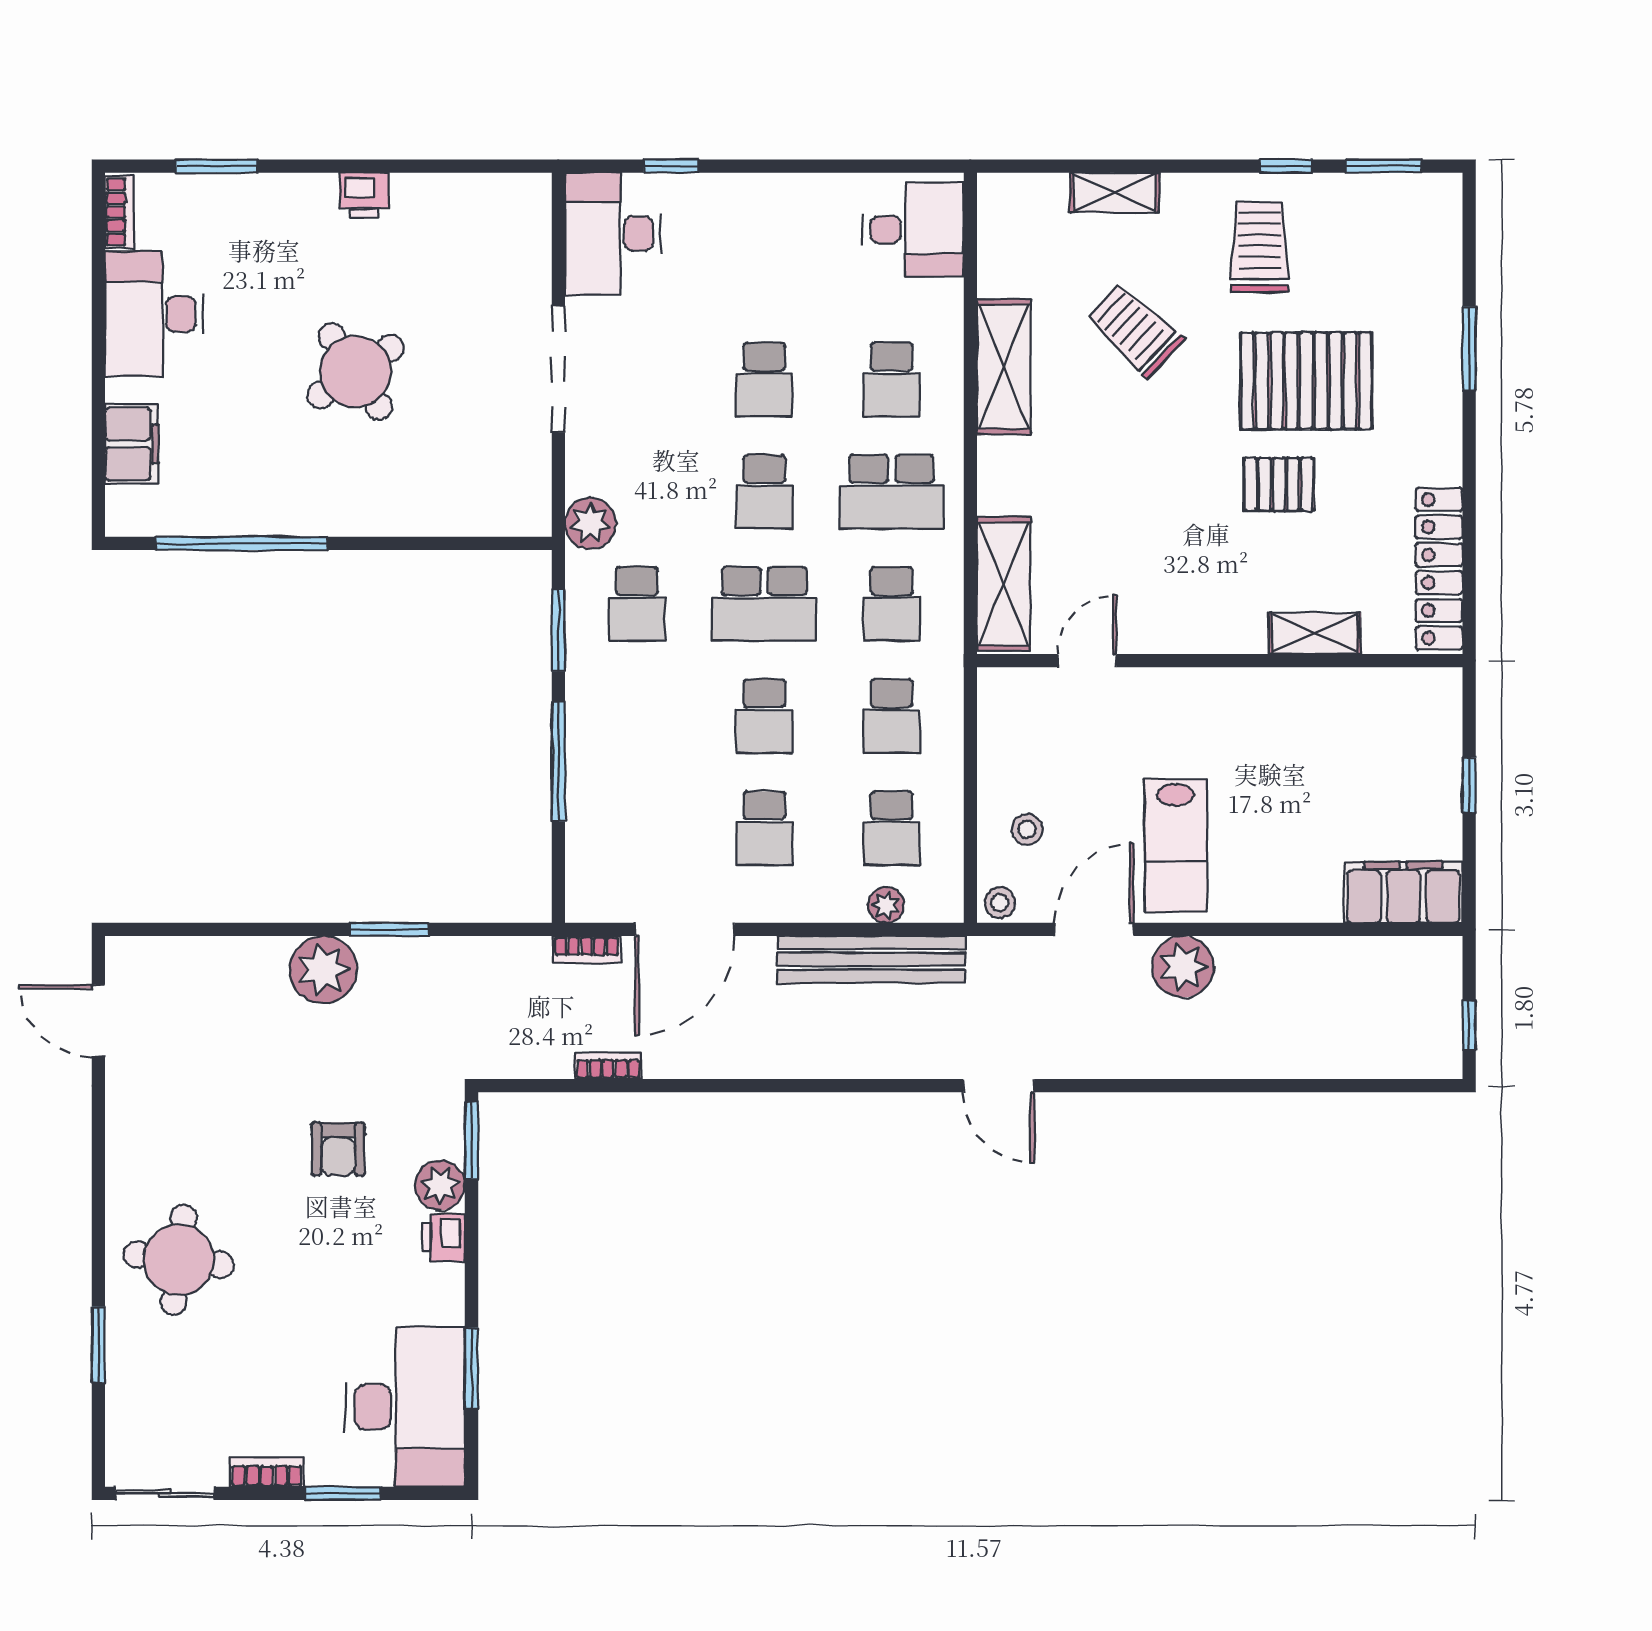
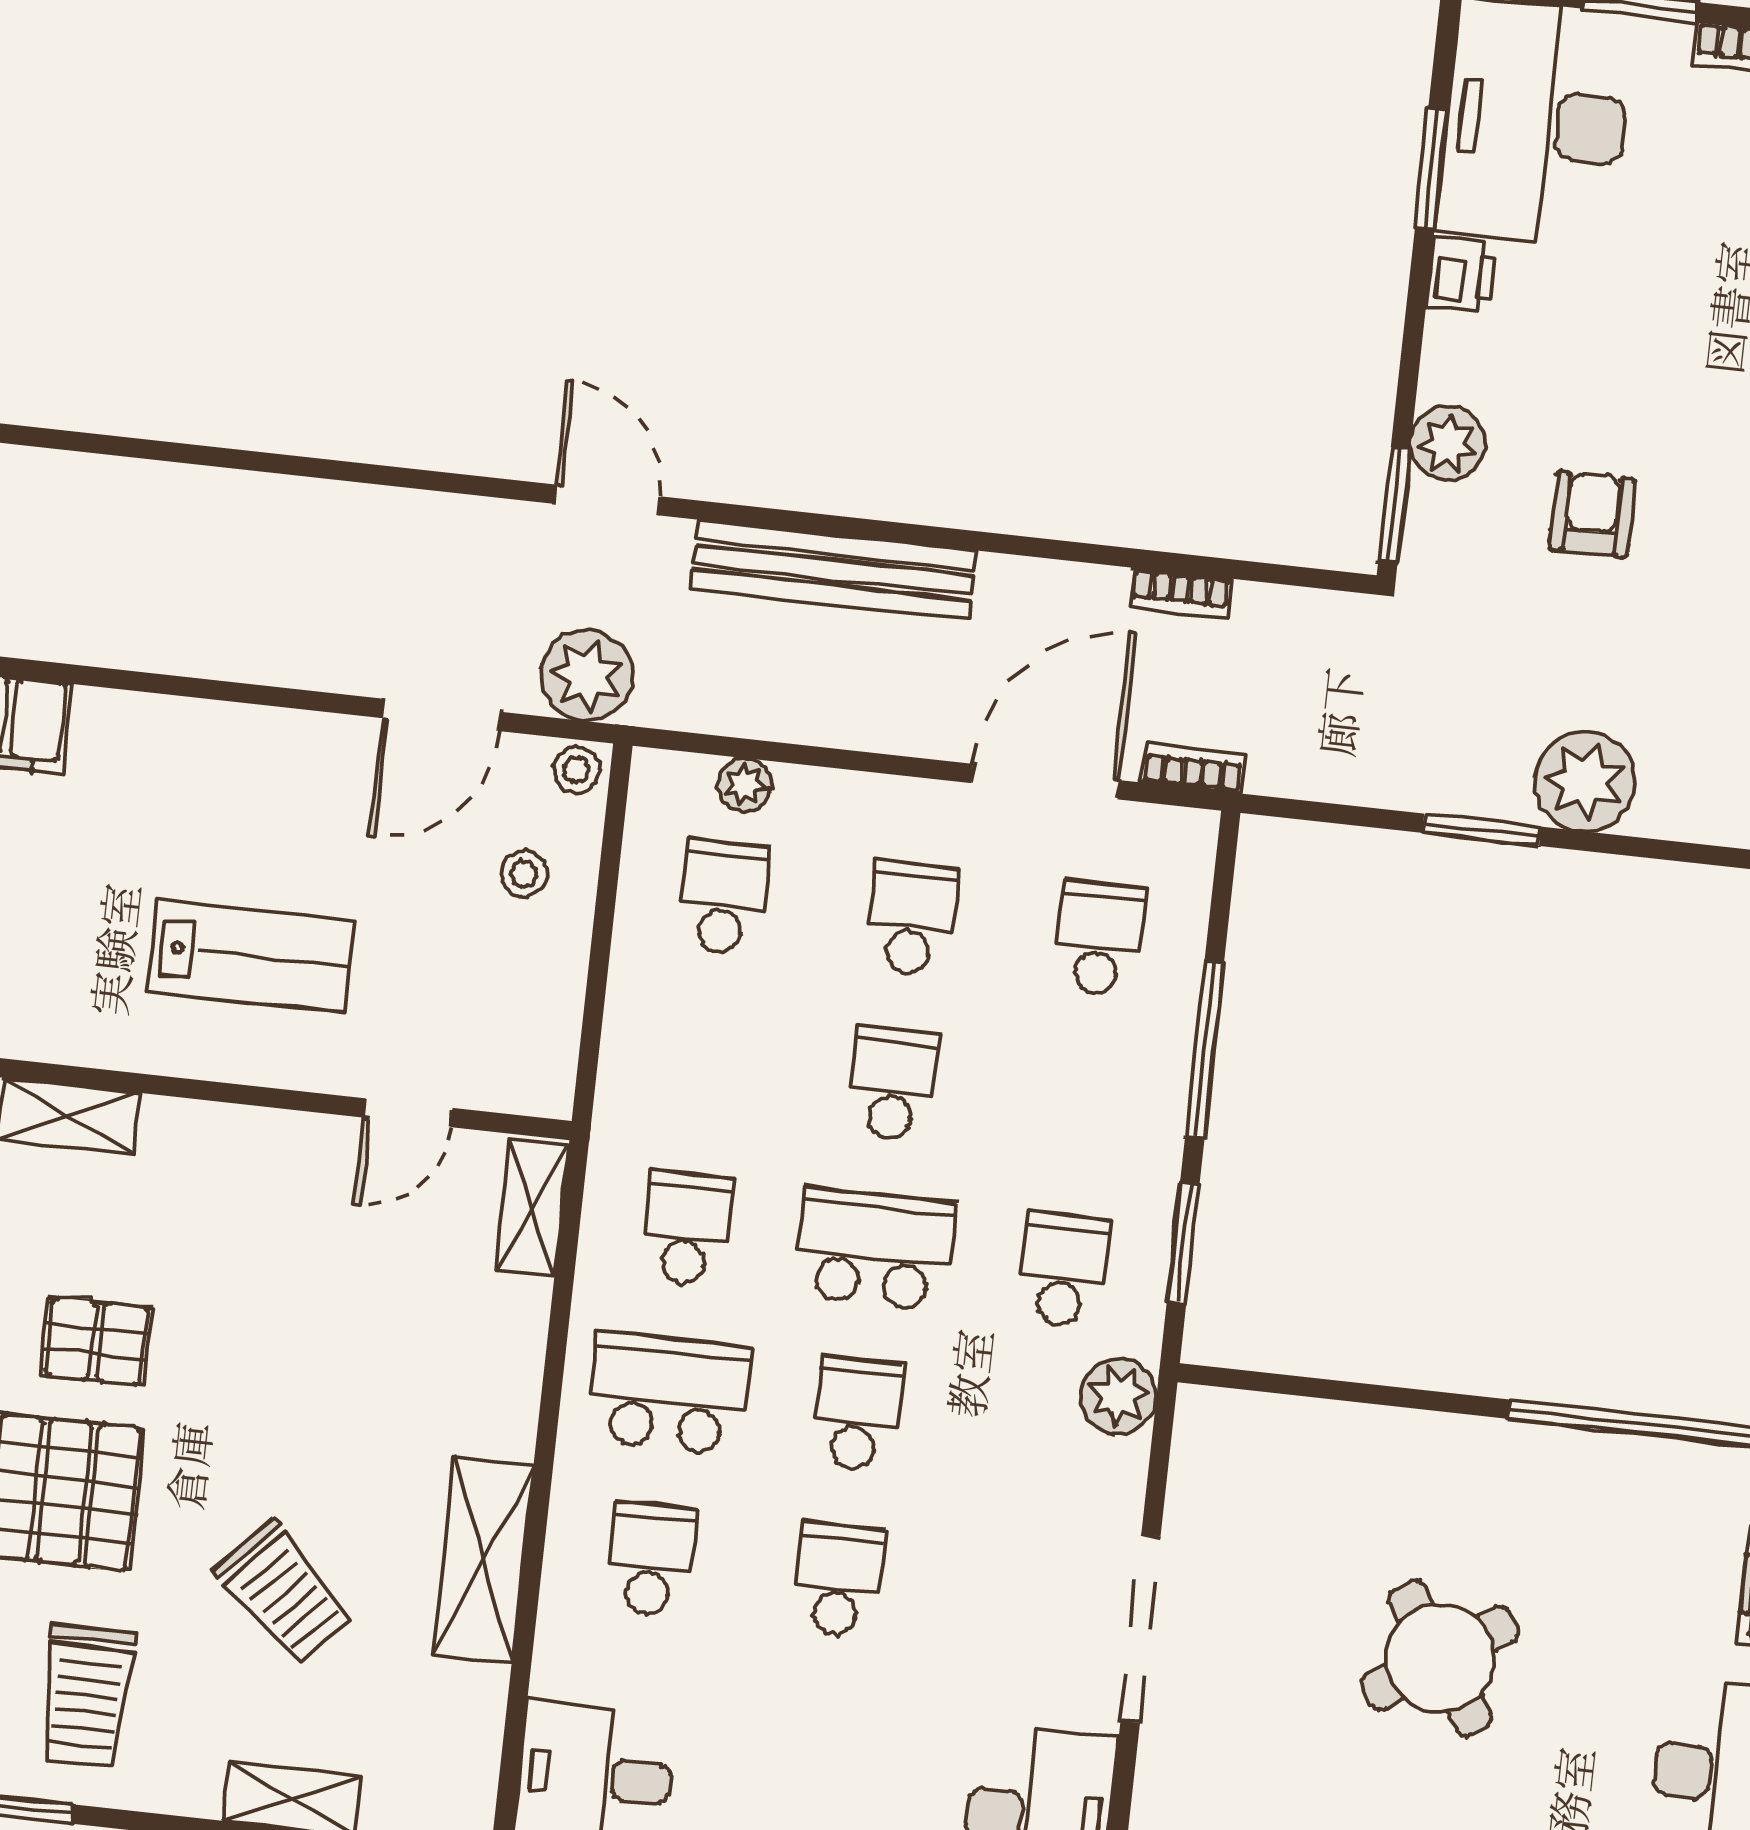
shelving: (1004, 584) -> (532, 1208), width x0.67, depth x0.75
school desk: (892, 716) -> (1099, 939), moved
lab bench: (1176, 846) -> (251, 956), moved, turned 90
bench: (871, 959) -> (834, 570), moved
plant: (1183, 967) -> (587, 675), moved
printer: (444, 1237) -> (1461, 274), moved

